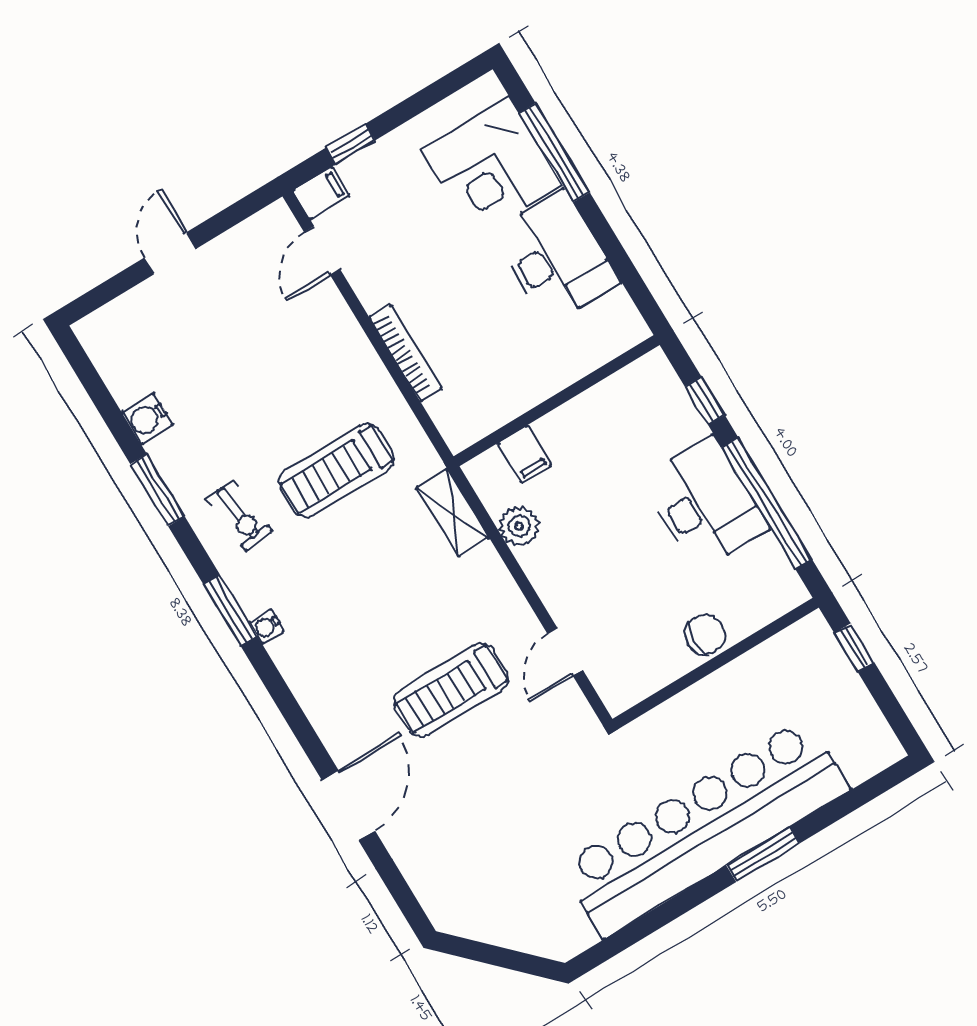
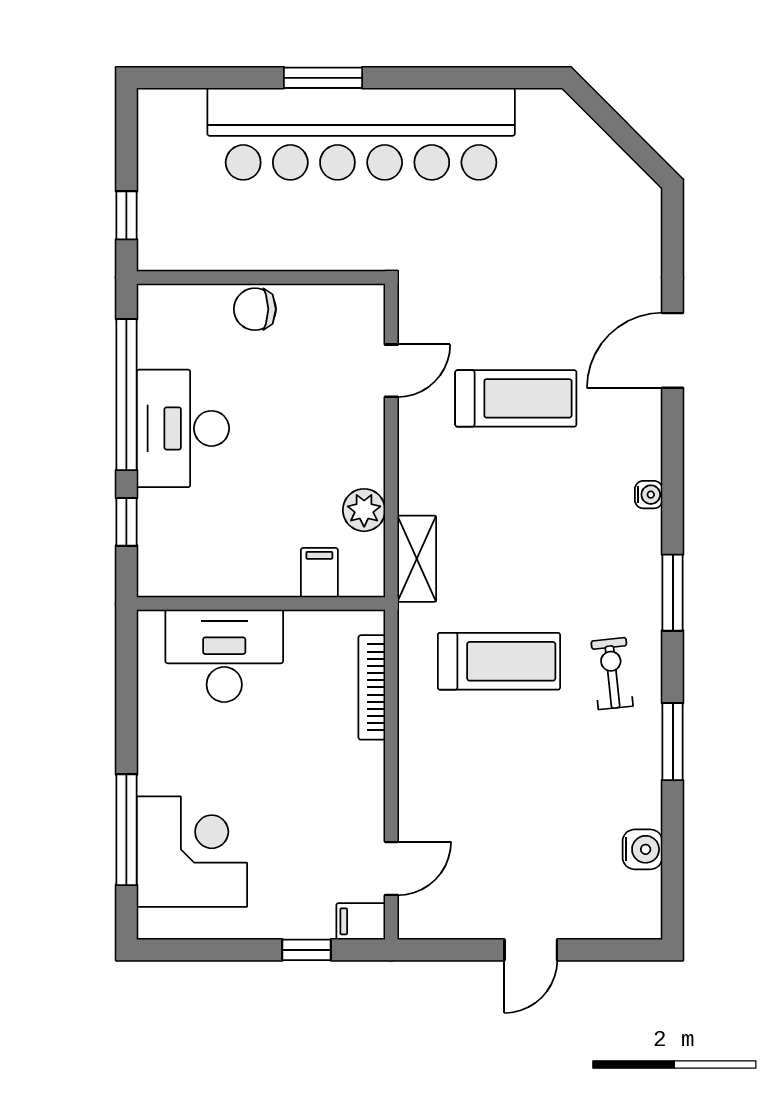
desk: (556, 257) -> (224, 656), moved, turned 90
bookcase: (406, 353) -> (372, 687), moved
water cooler: (147, 419) -> (642, 849), moved
water cooler: (266, 627) -> (649, 495), moved

